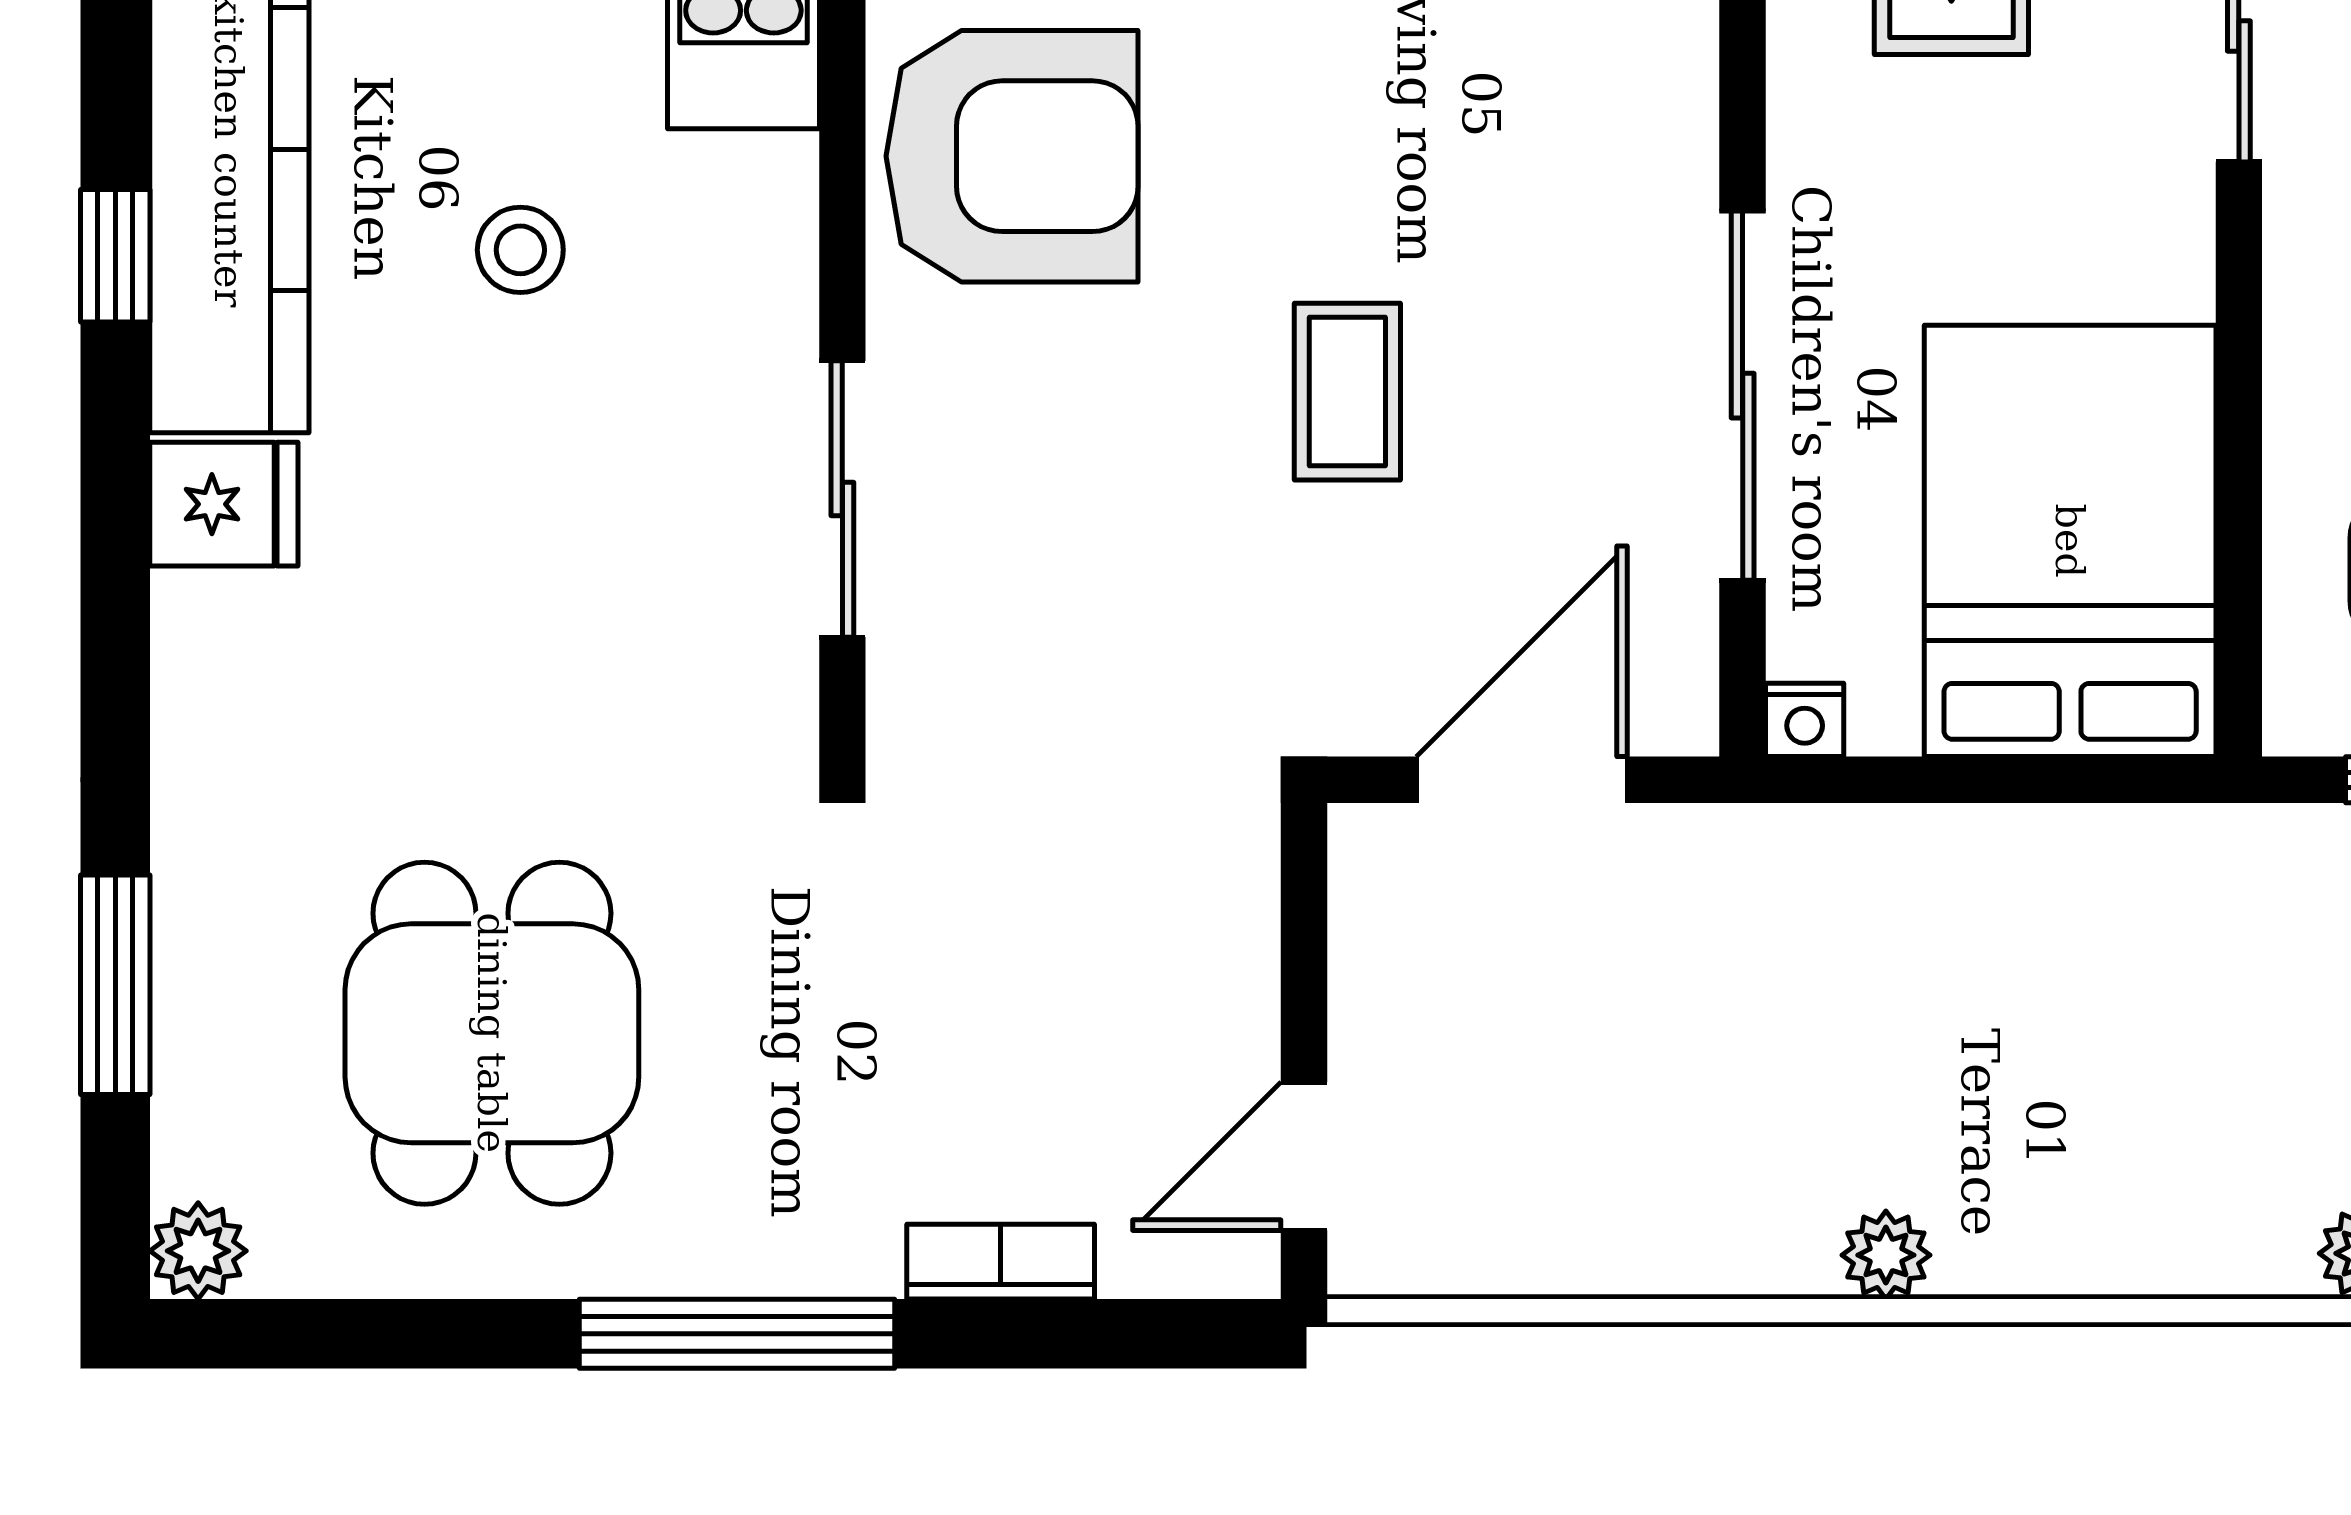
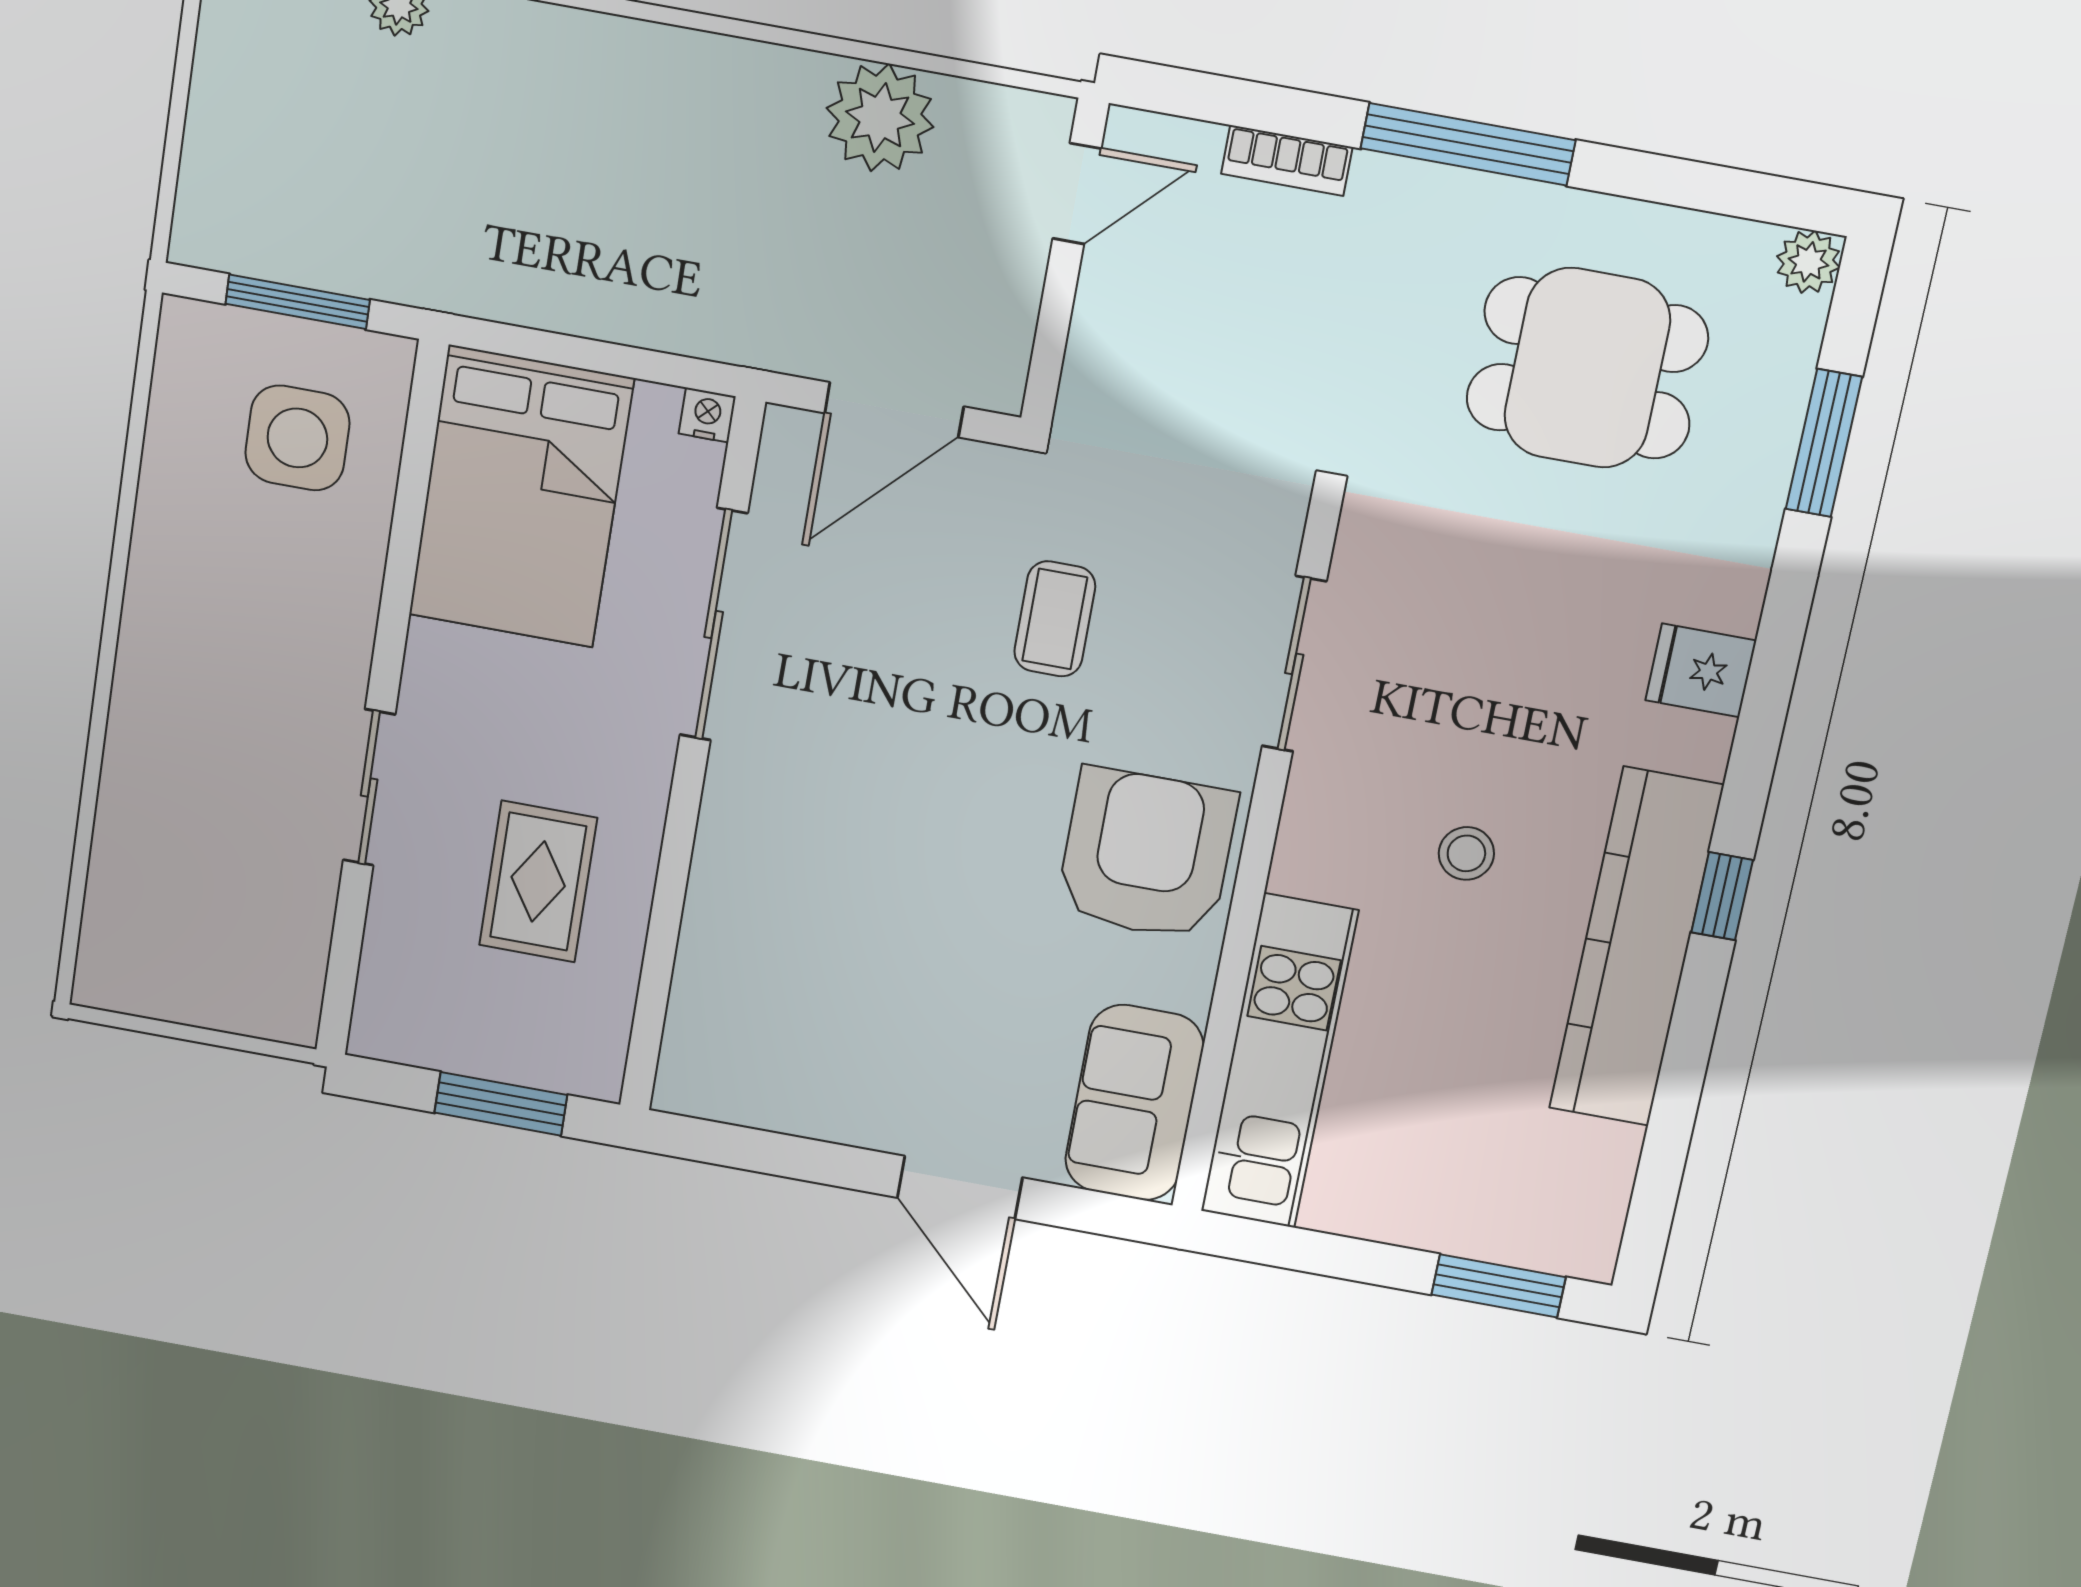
armchair: (1012, 156) -> (1147, 854), turned 90
coffee table: (1347, 392) -> (1055, 619), moved
fridge: (224, 504) -> (1701, 670), moved
dining table: (492, 1033) -> (1587, 368), turned 90
plant: (1886, 1255) -> (880, 118), moved, width x1.88, depth x1.88

